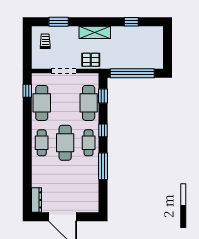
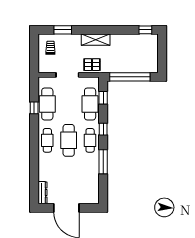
window: (131, 22) -> (145, 30), moved
window: (27, 91) -> (34, 108), moved

